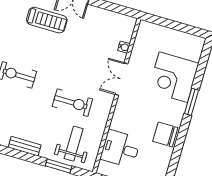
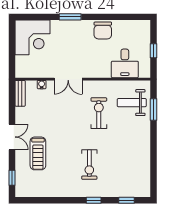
treadmill: (47, 20) -> (38, 153), turned 180
corner desk: (173, 77) -> (32, 37), moved
bench: (25, 146) -> (20, 93), moved

